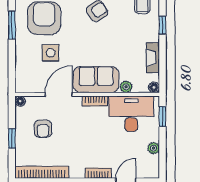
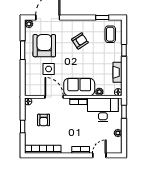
door: (59, 94) -> (54, 97), hinge flipped

